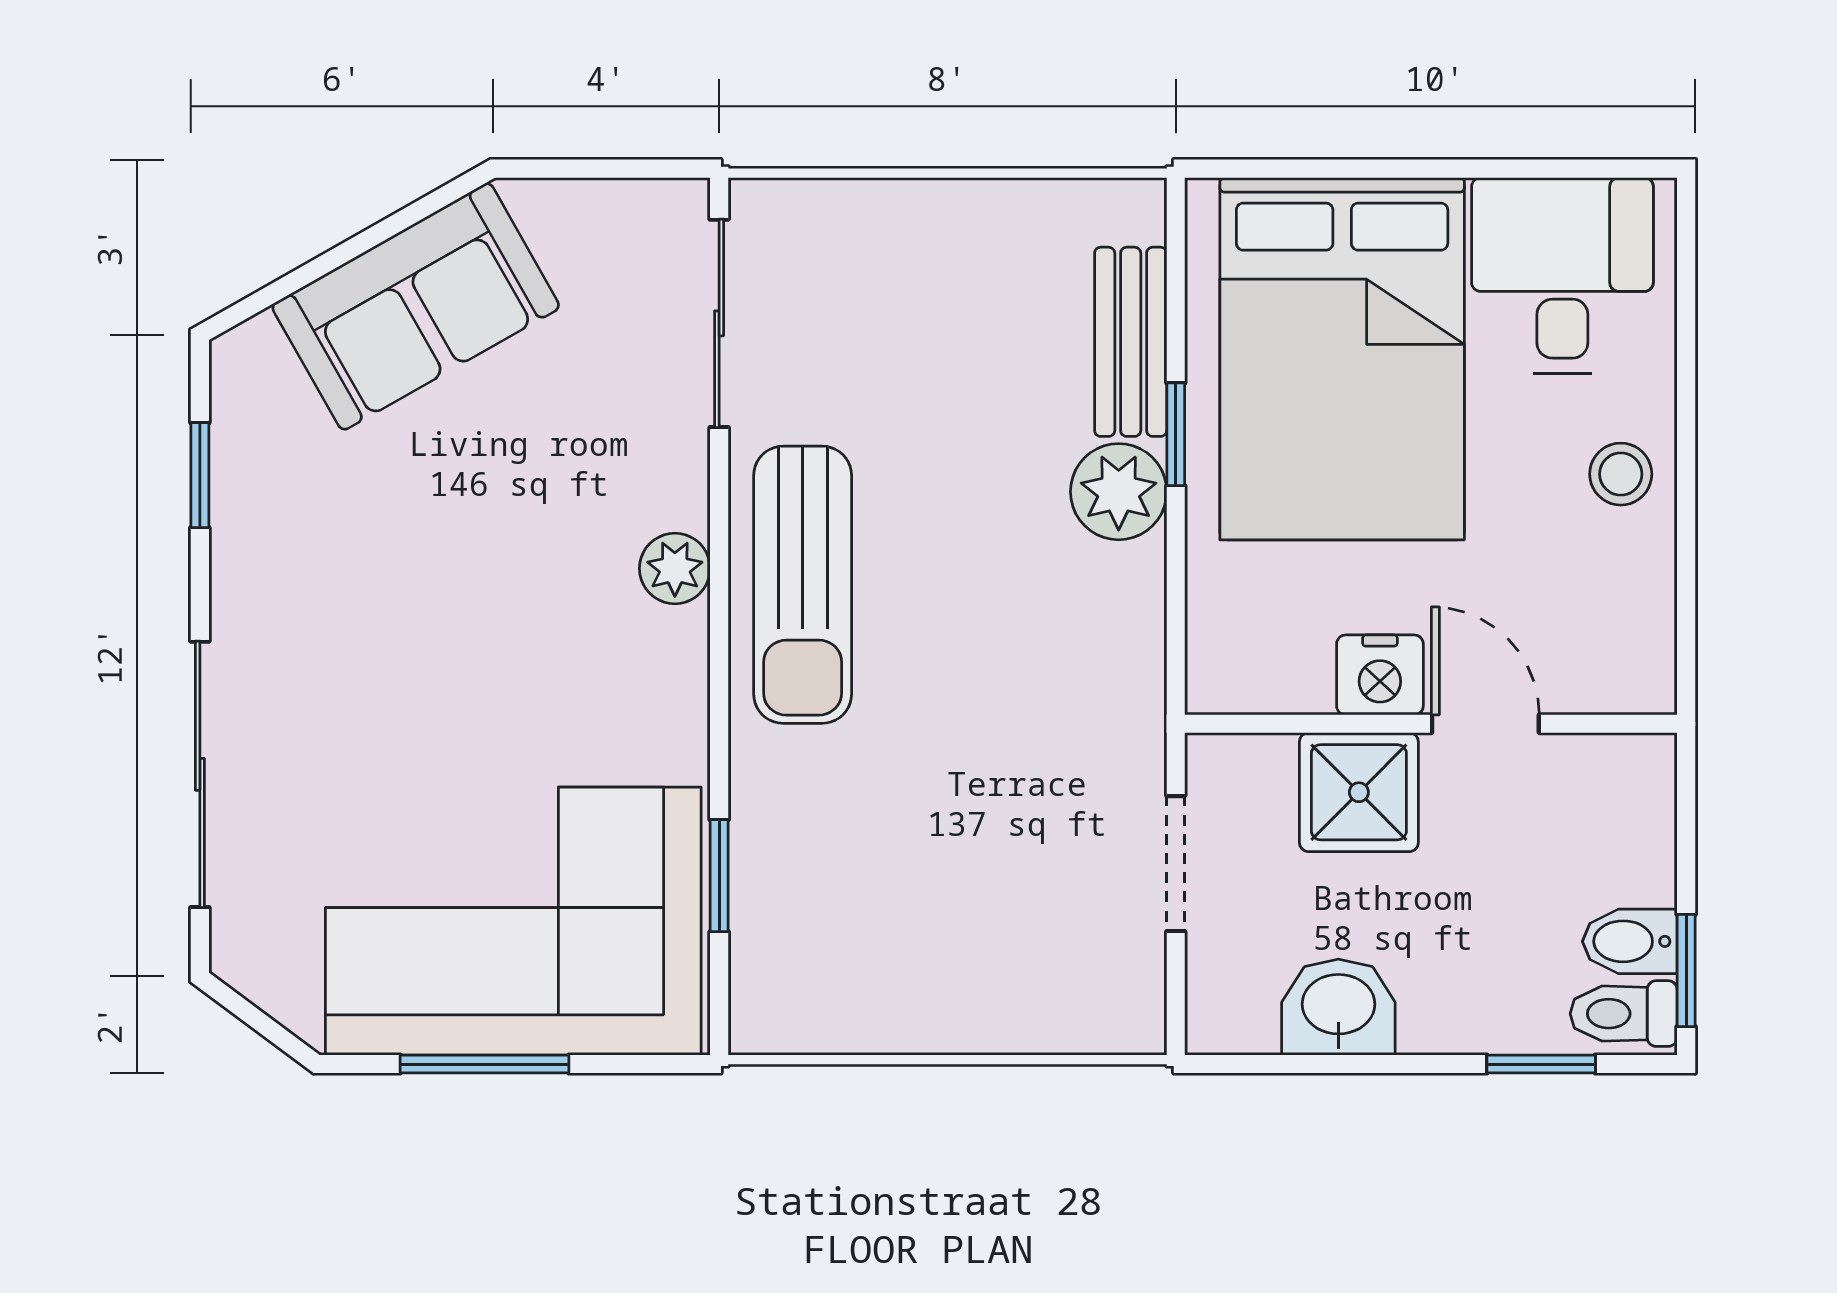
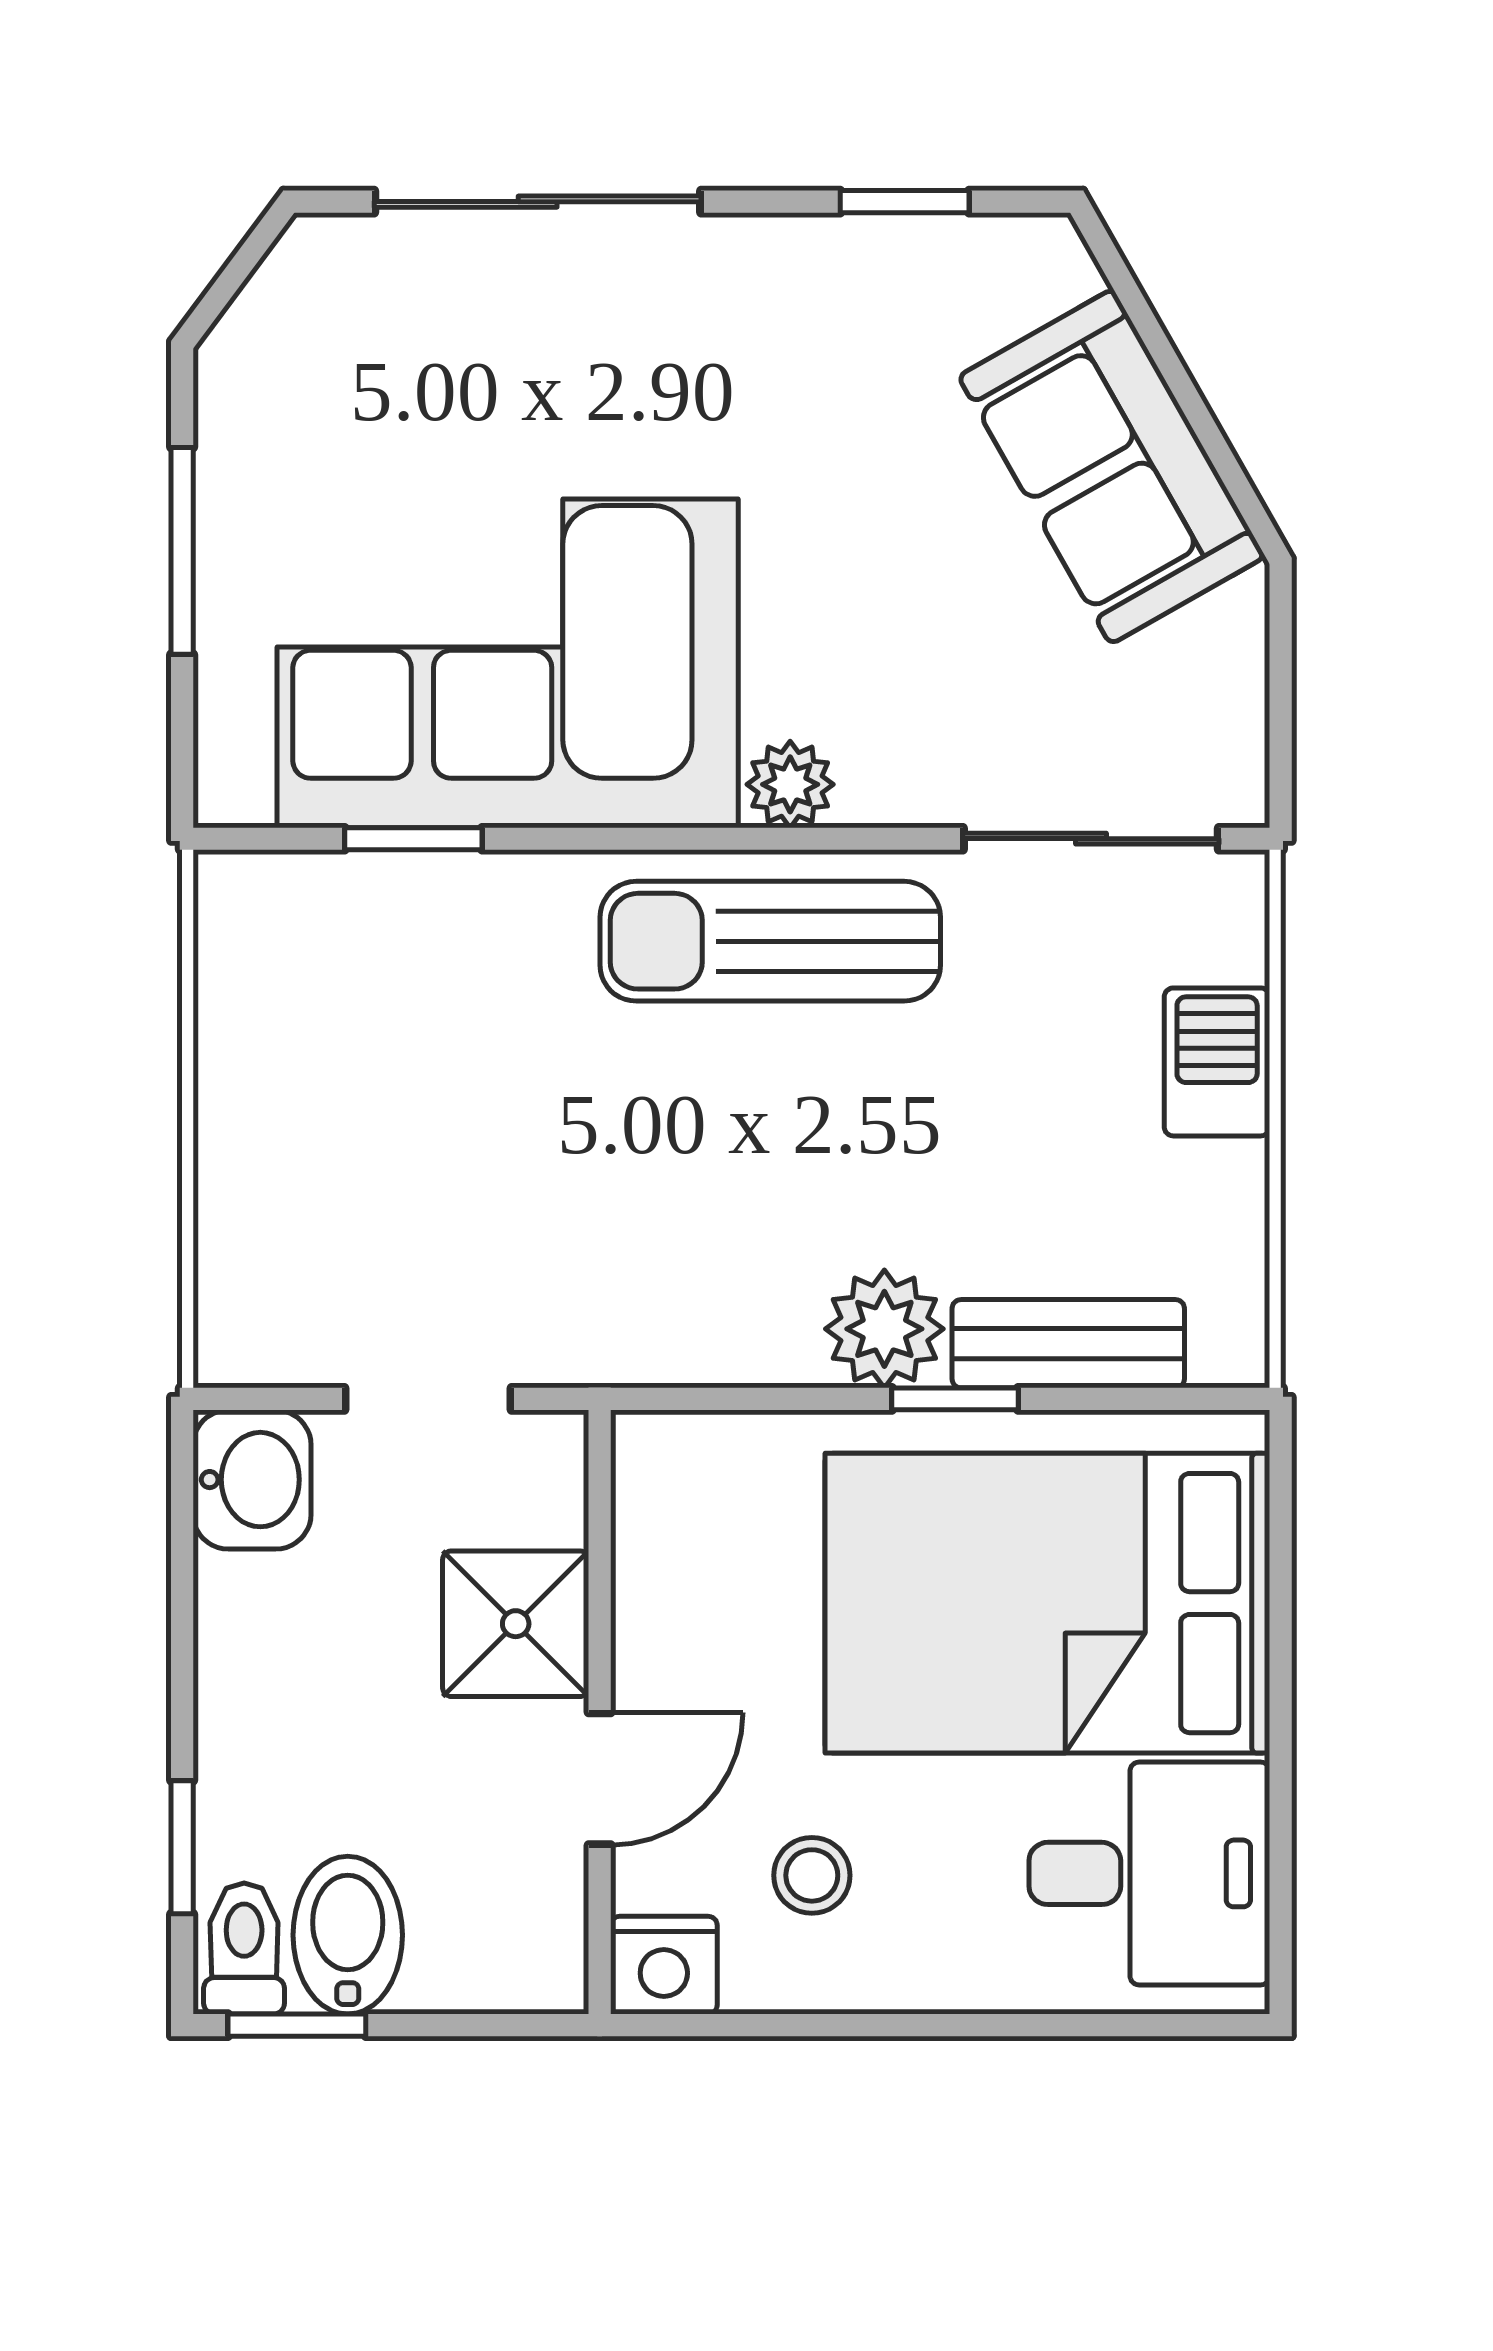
barbecue: (901, 221) -> (1217, 1062), added
stool: (1621, 474) -> (812, 1875), moved
nightstand: (1380, 675) -> (664, 1965), moved, turned -90
corner sofa: (513, 921) -> (508, 663), moved, turned -90
bidet: (1630, 941) -> (348, 1935), width x1.38, depth x1.36
washbasin: (1338, 1007) -> (252, 1480), moved

